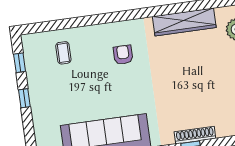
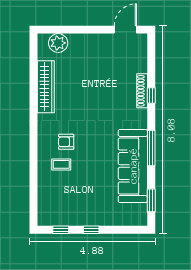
coffee table: (63, 53) -> (61, 164), moved

